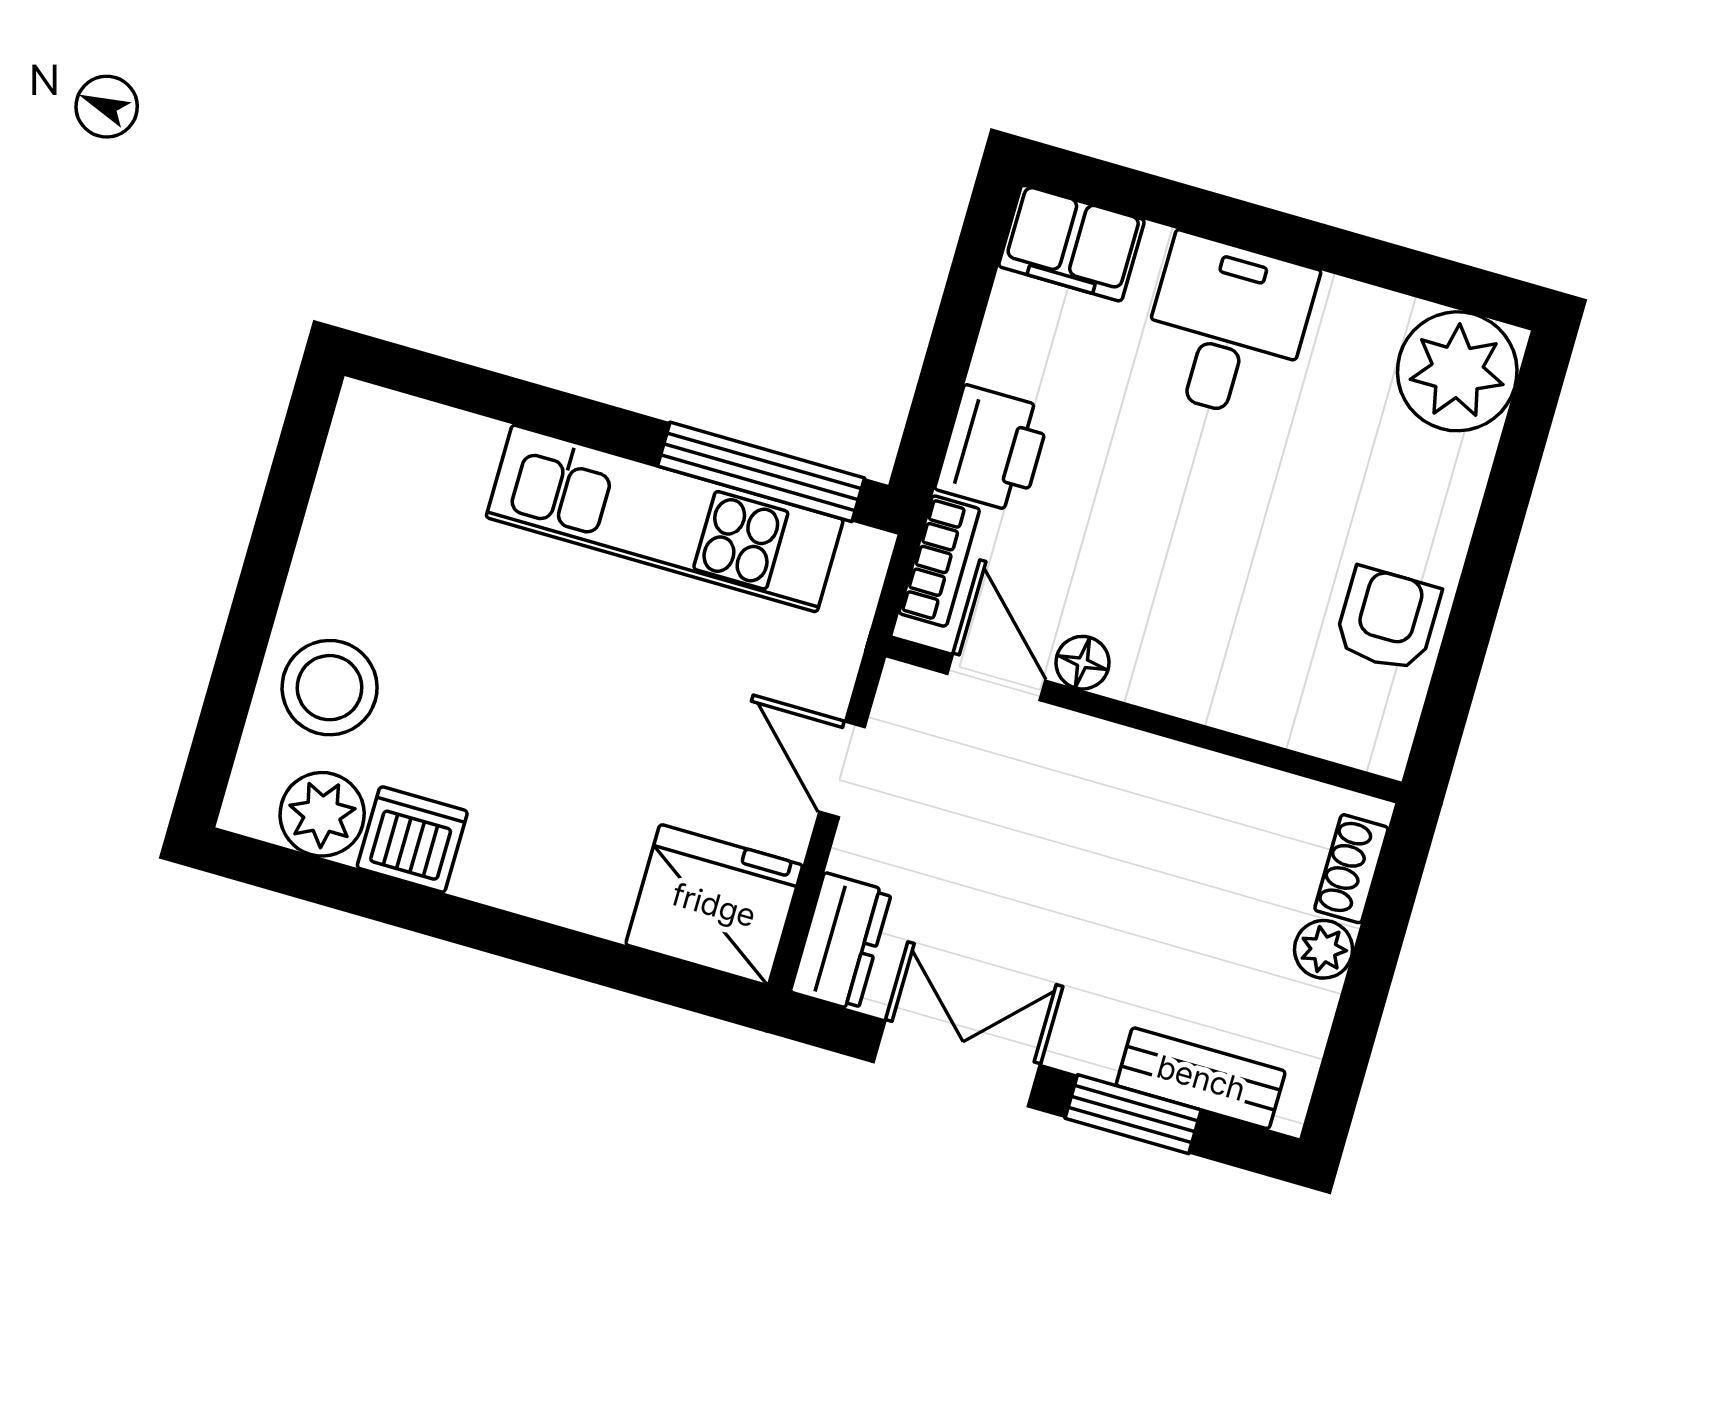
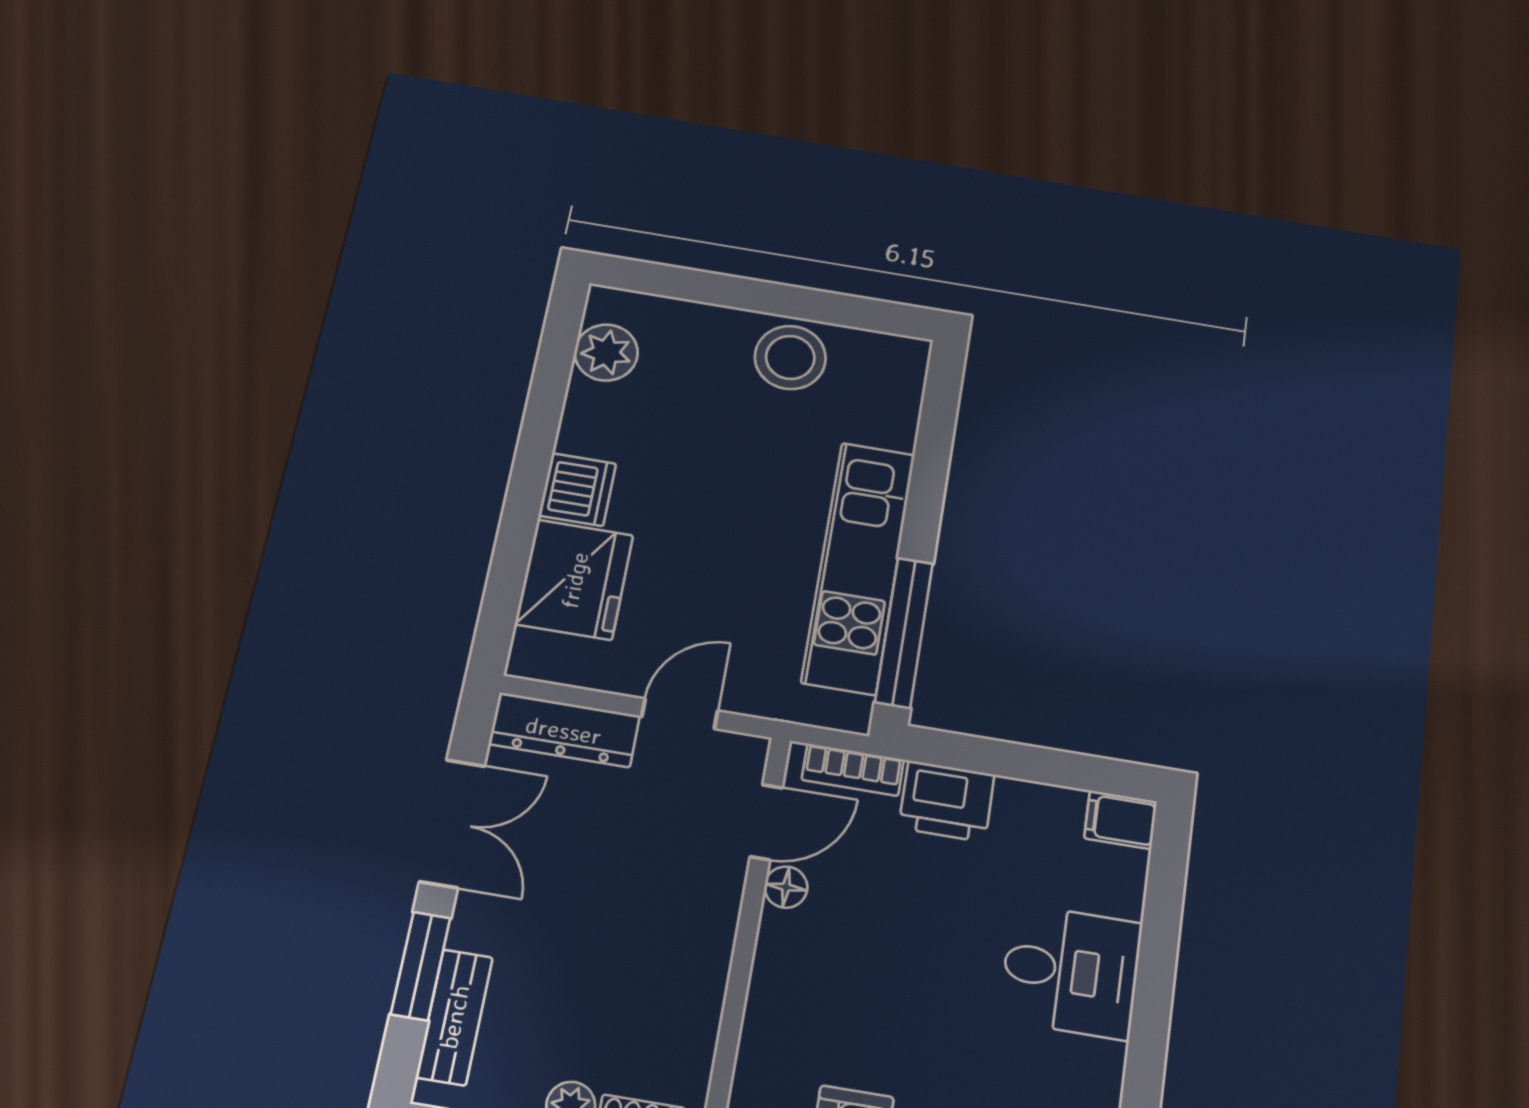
filing cabinet: (1071, 243) -> (1121, 820), width x0.50
stool: (330, 688) -> (790, 357), moved
dishwasher: (412, 839) -> (577, 490), moved
fridge: (714, 905) -> (574, 580), moved
dresser: (841, 942) -> (564, 730), width x1.44

